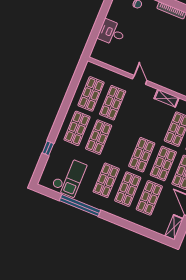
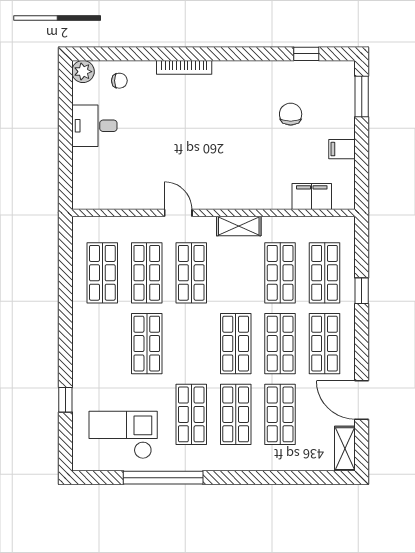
desk: (112, 33) -> (94, 126), moved
shop shelf: (77, 128) -> (191, 273), moved
checkout: (69, 177) -> (123, 435), turned -90

